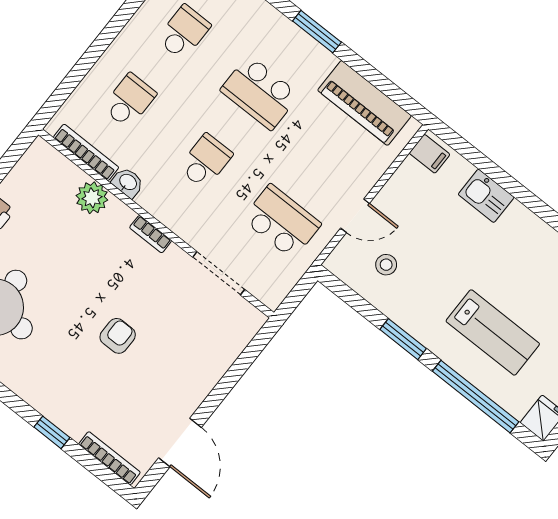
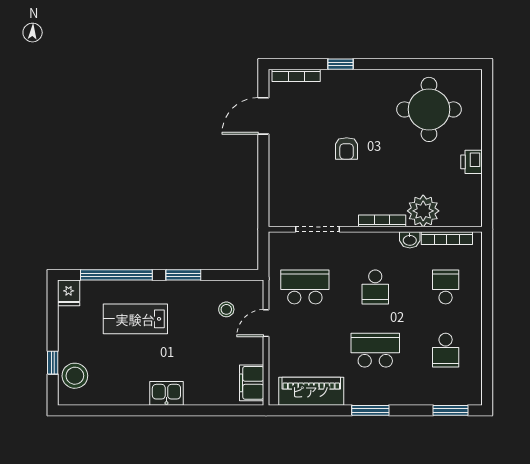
school desk: (129, 101) -> (446, 287), turned 180
filing cabinet: (430, 154) -> (252, 383), width x2.00
kitchen sink: (486, 196) -> (166, 393), moved
plant: (92, 198) -> (423, 211), width x1.36, depth x1.36
school desk: (282, 221) -> (305, 287), turned 180
bookcase: (151, 234) -> (382, 221), width x1.56
door: (180, 443) -> (263, 116), hinge flipped

